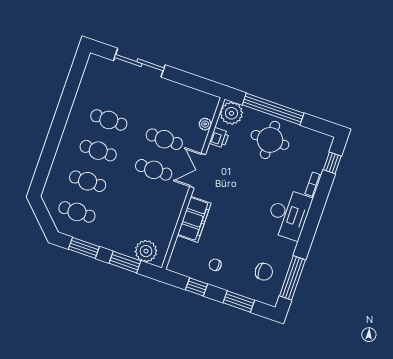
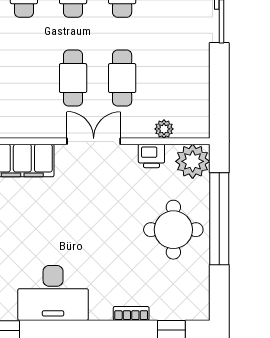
desk: (289, 214) -> (53, 293), moved

